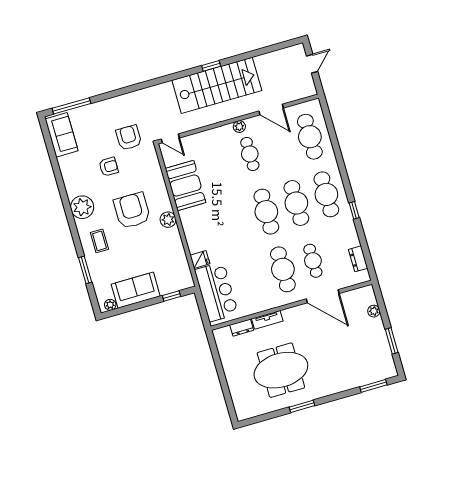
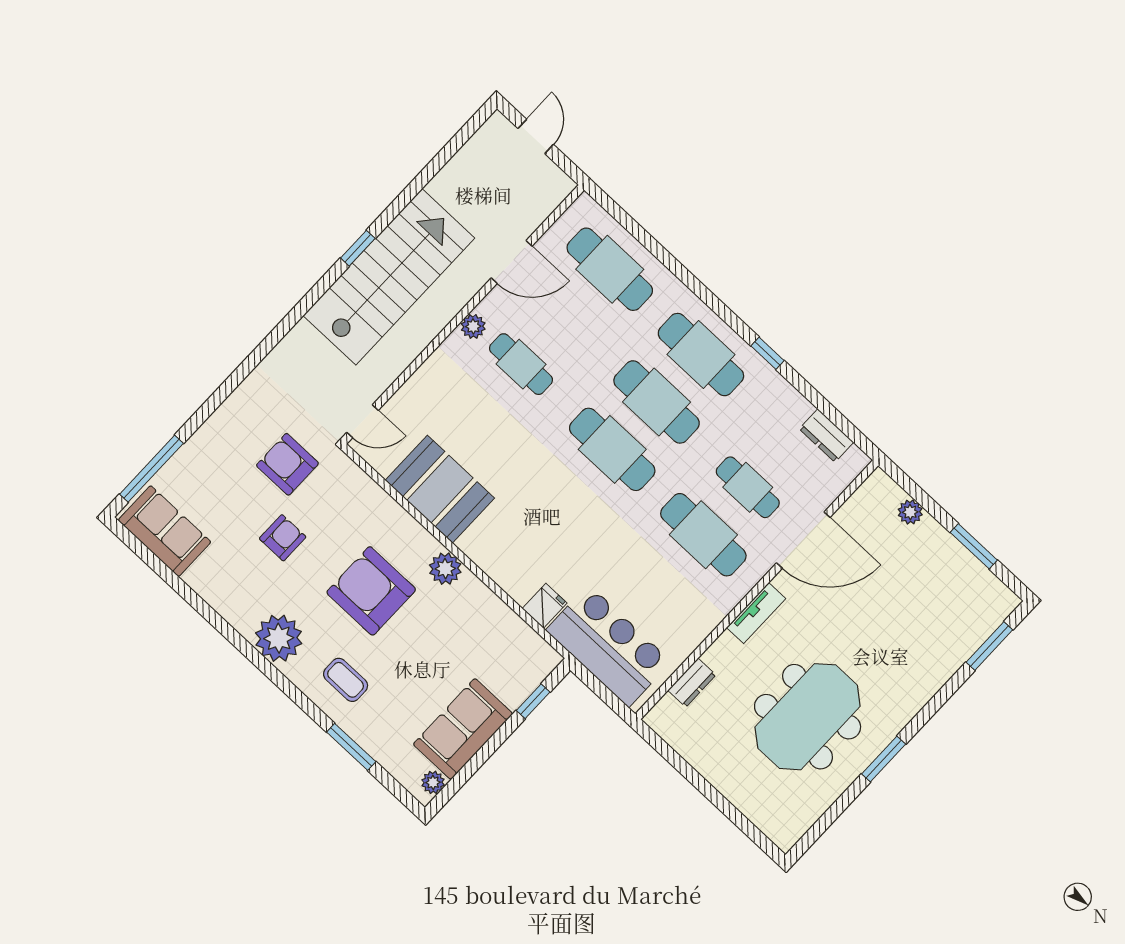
tv unit: (267, 320) -> (756, 613), moved

